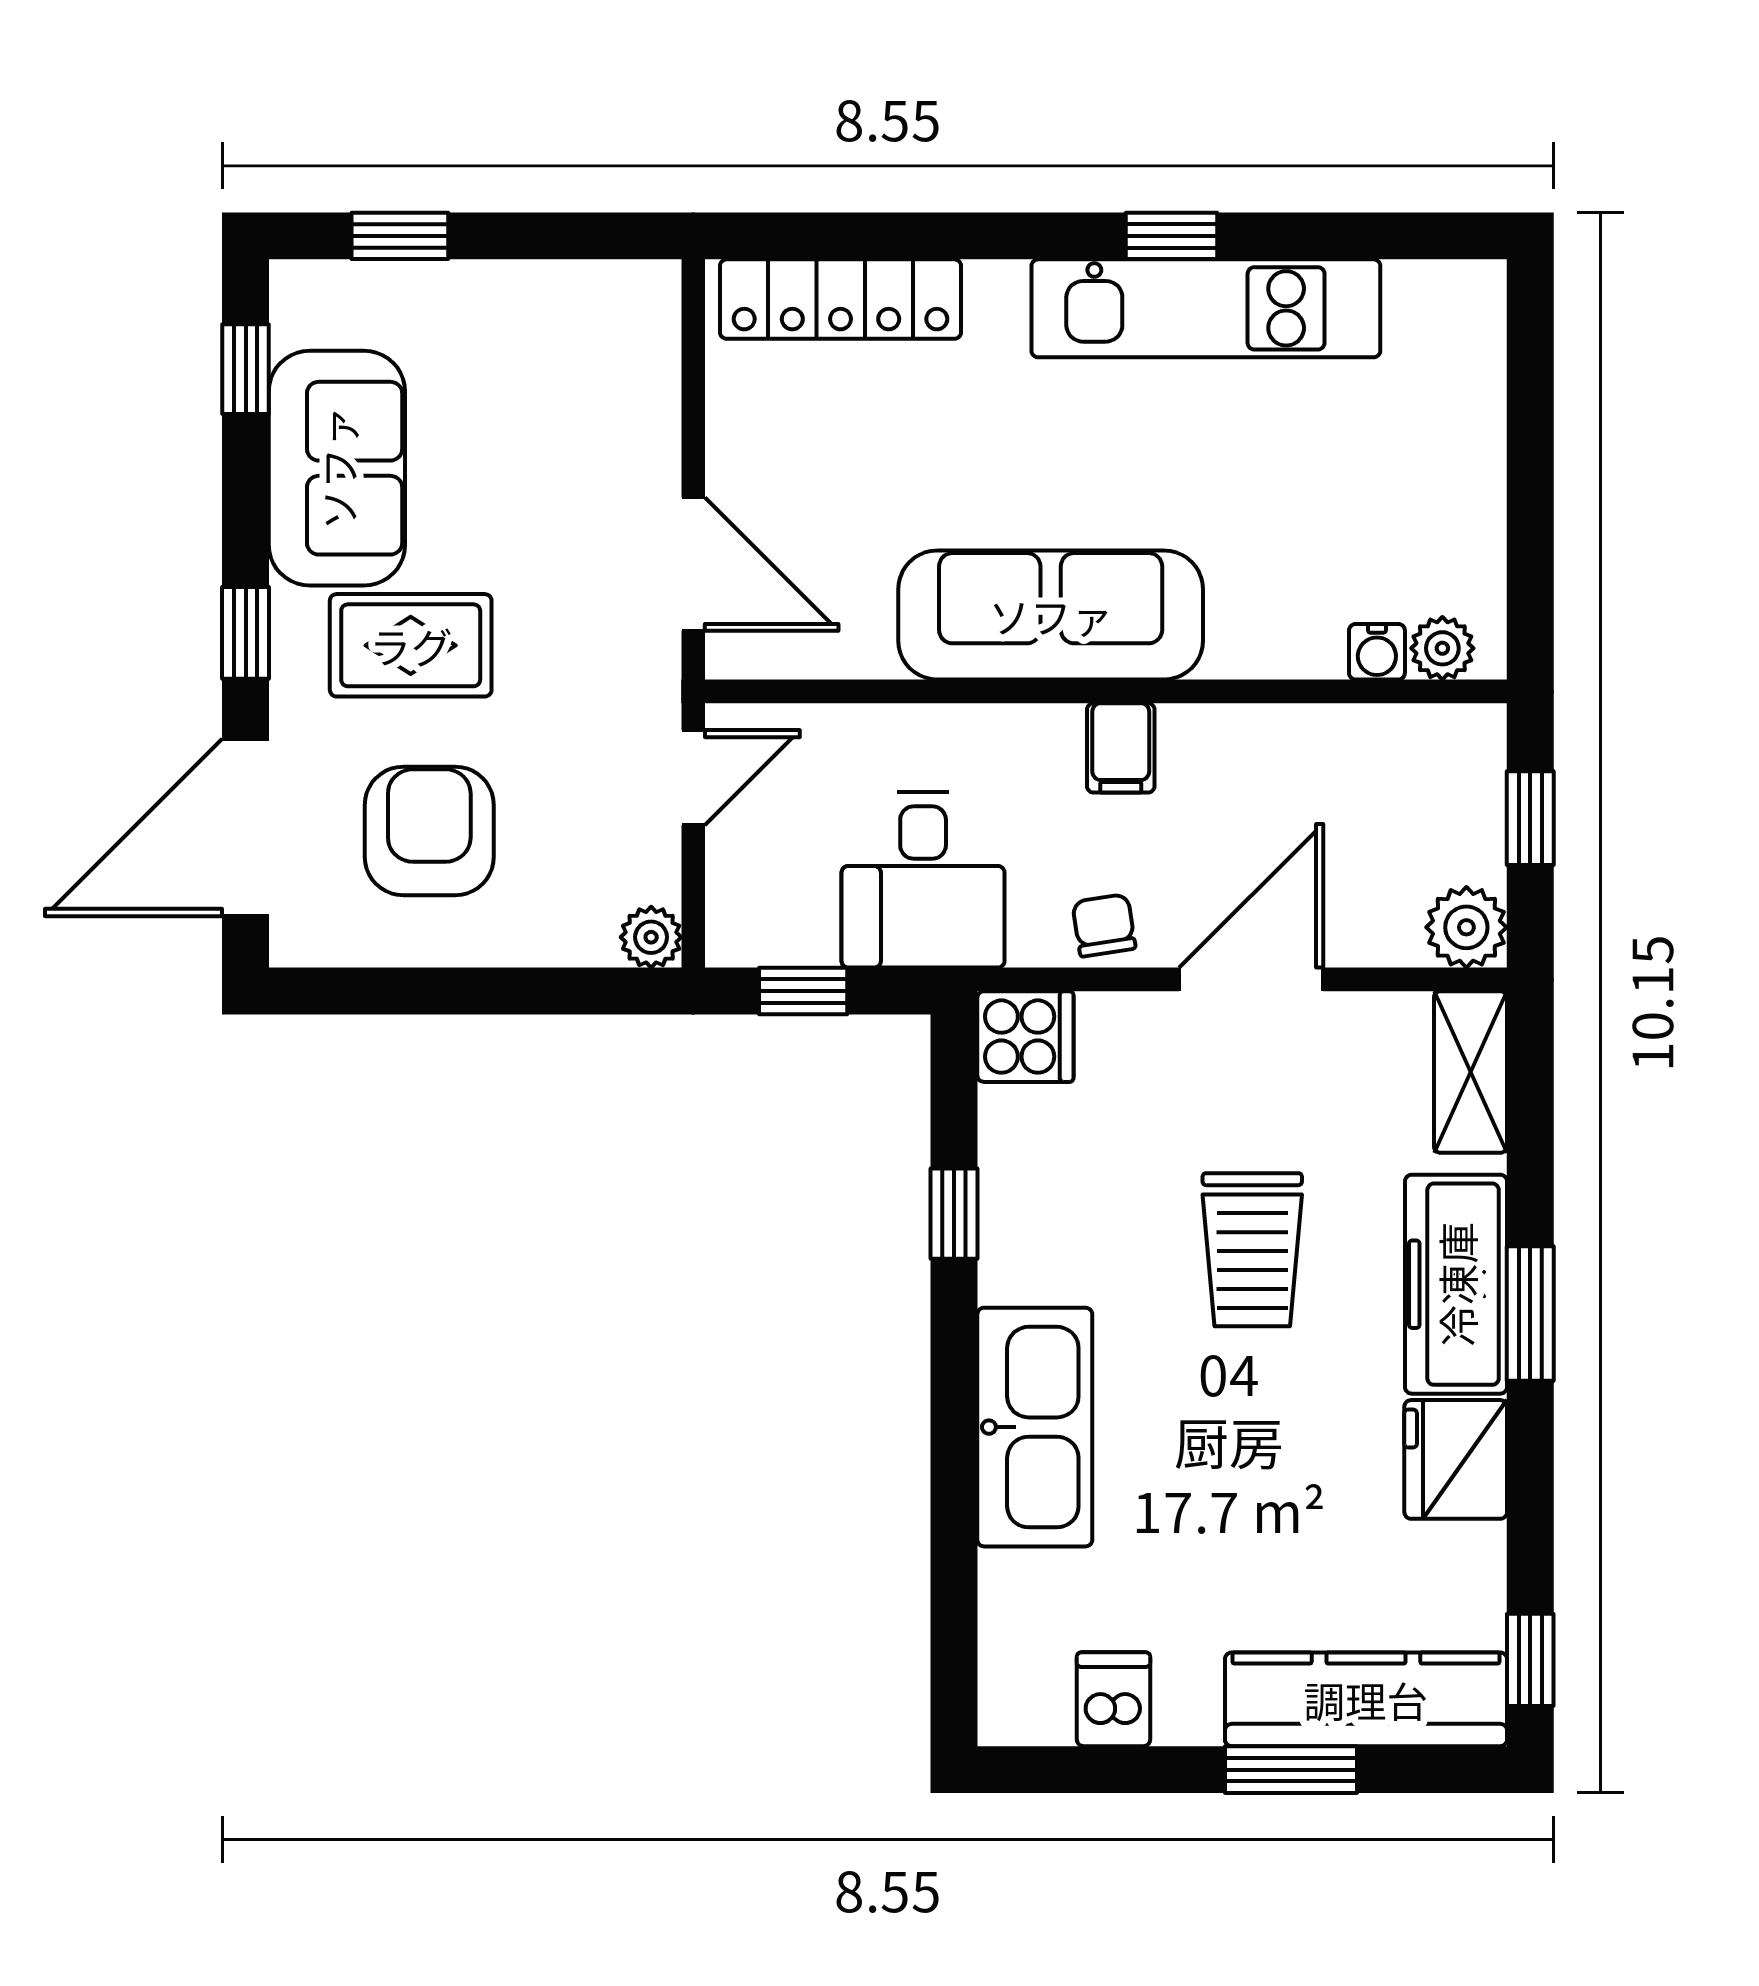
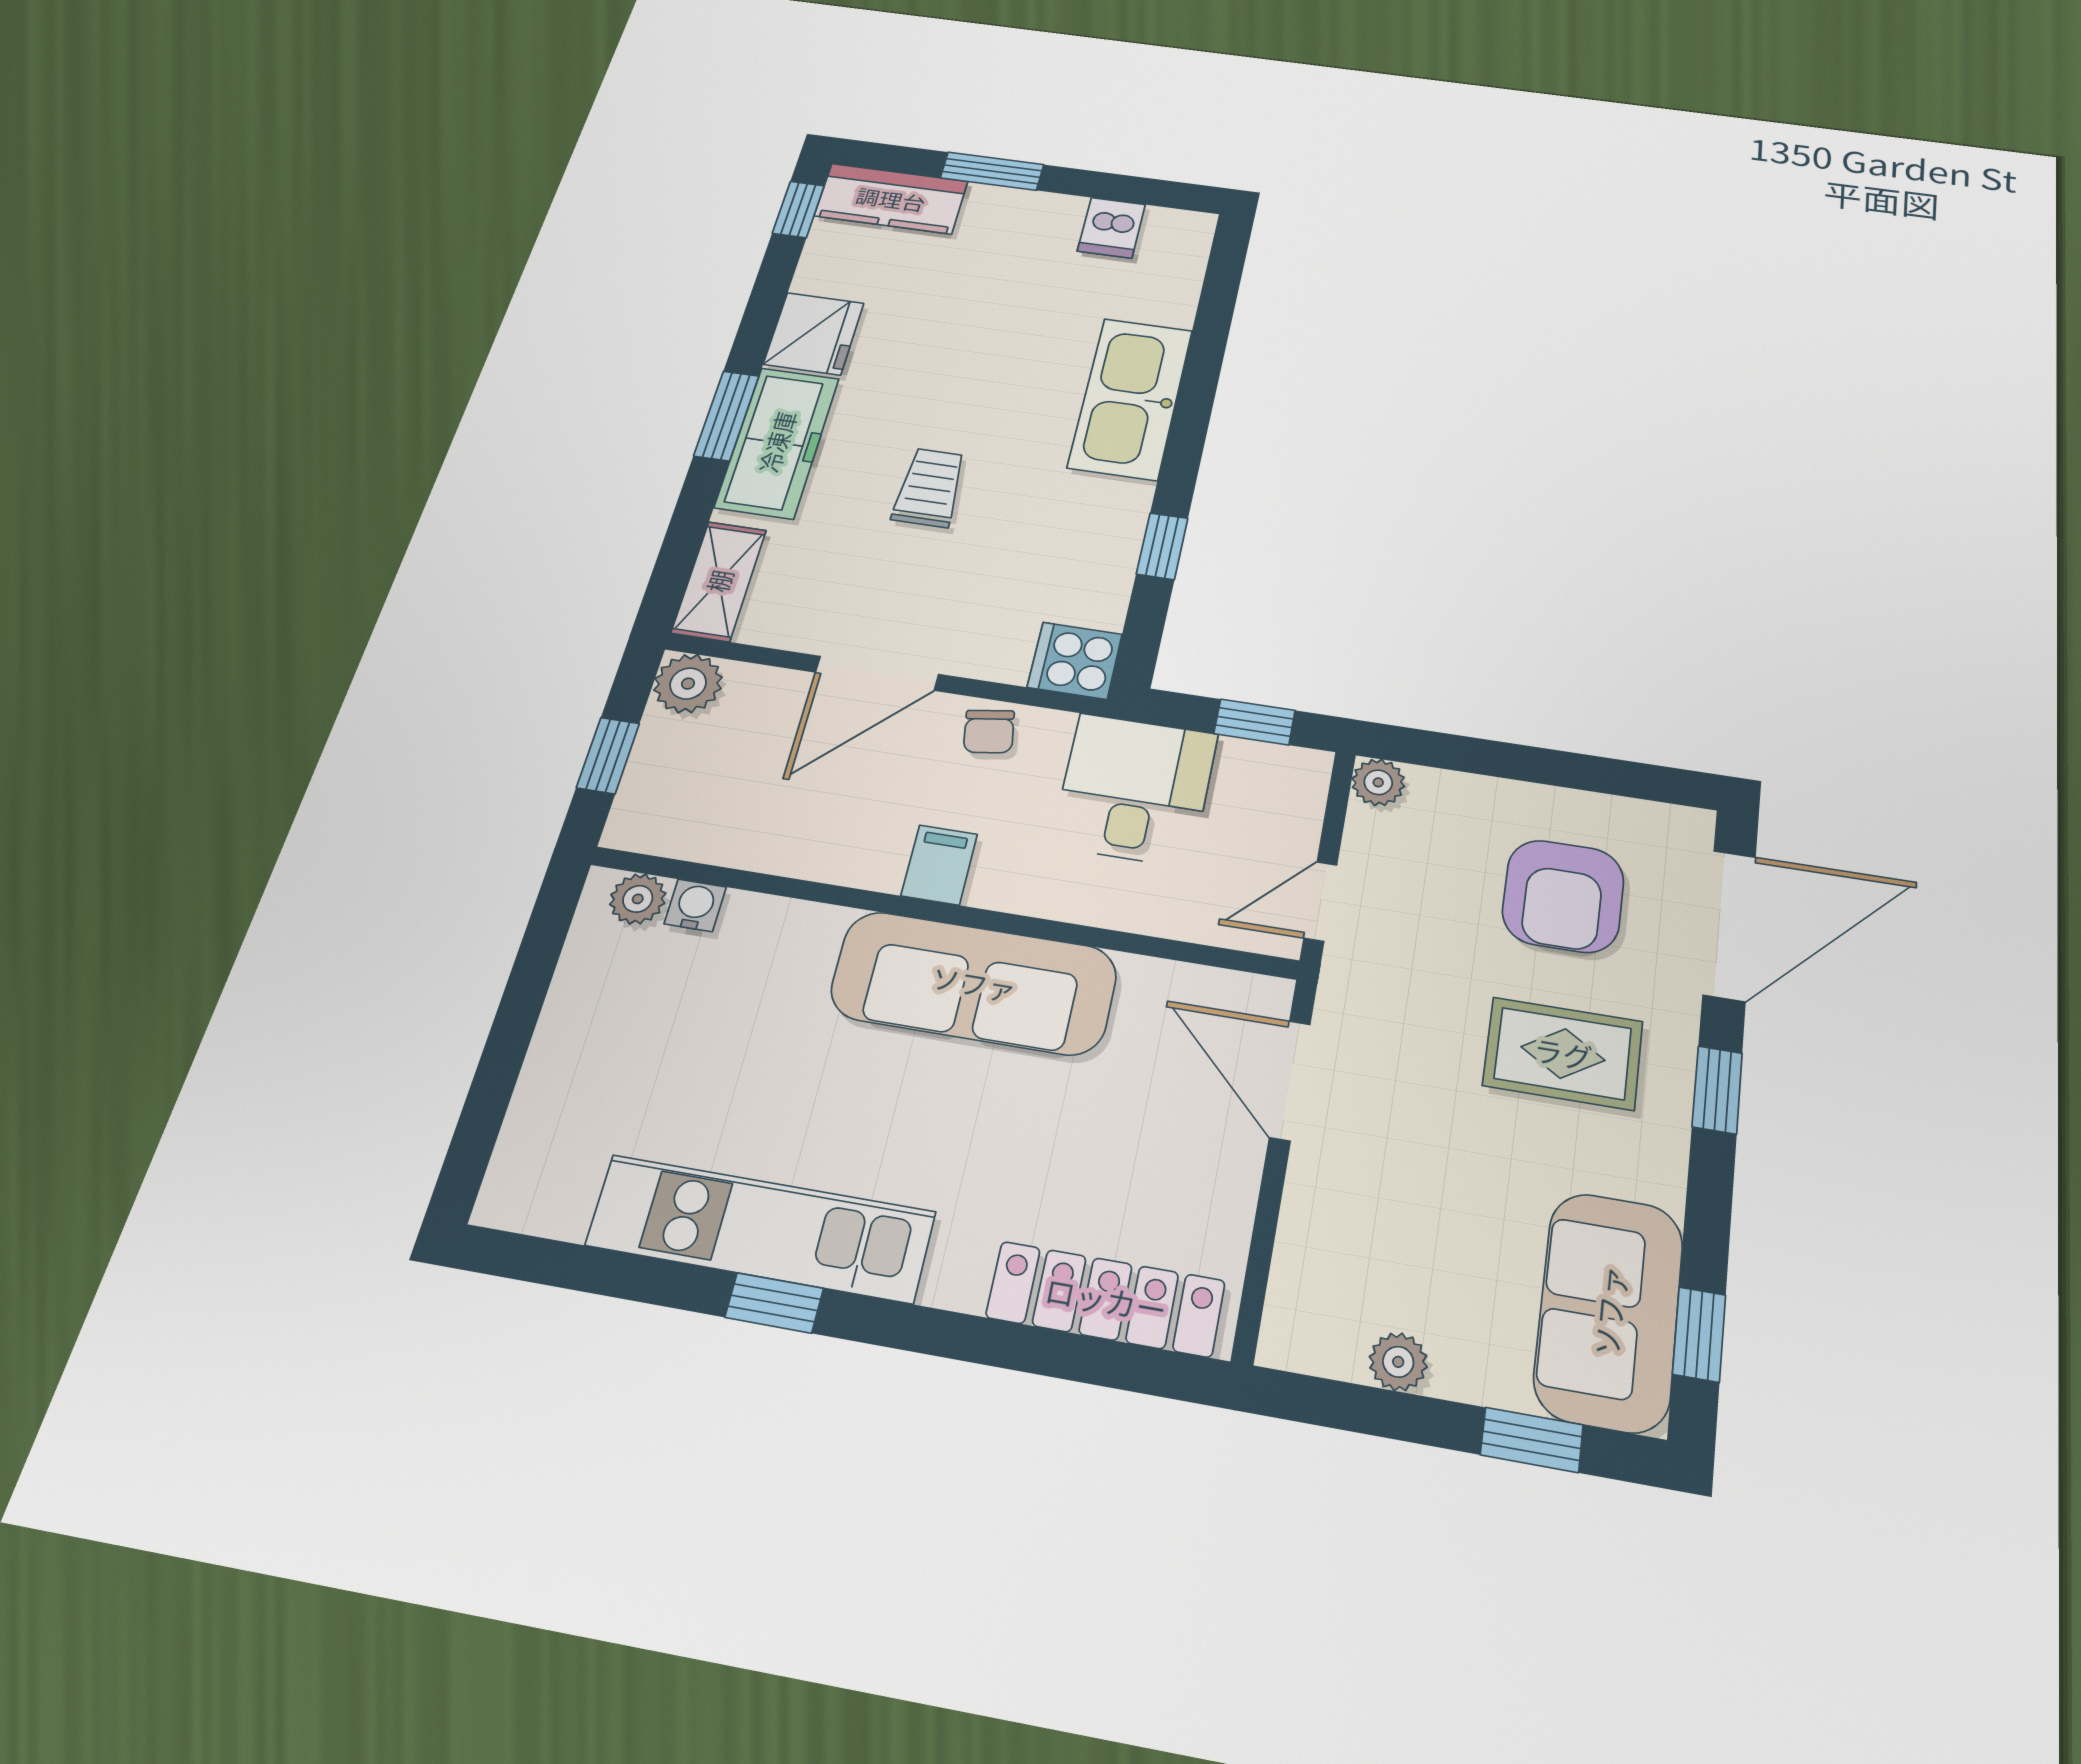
plant: (539, 288) -> (1398, 1362), added
sofa: (337, 468) -> (1609, 1311), moved
trolley: (1252, 1250) -> (930, 488), width x0.73, depth x0.72
kitchen counter: (1366, 1699) -> (891, 199), width x0.67

